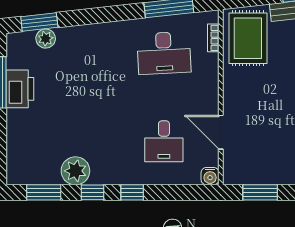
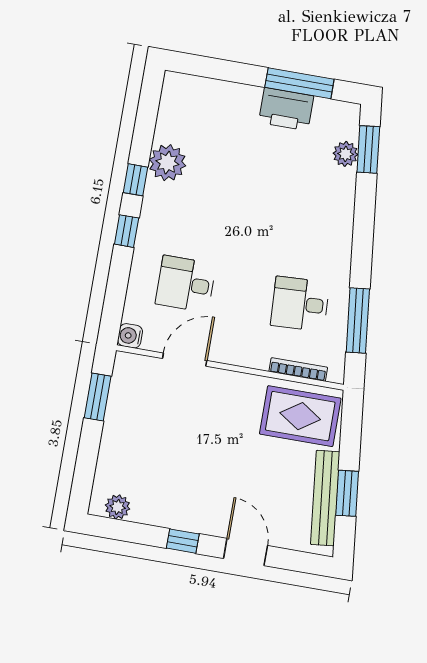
bookcase: (213, 38) -> (298, 369), width x1.56
desk: (164, 53) -> (300, 304), width x0.73
window: (44, 192) -> (147, 117), removed

